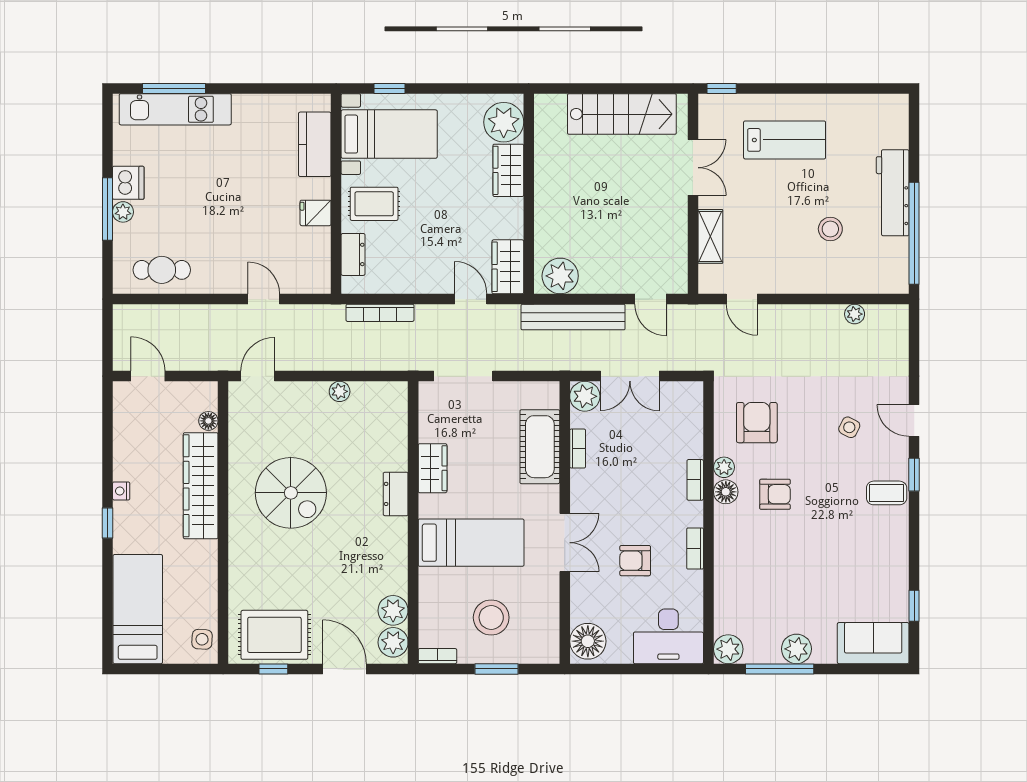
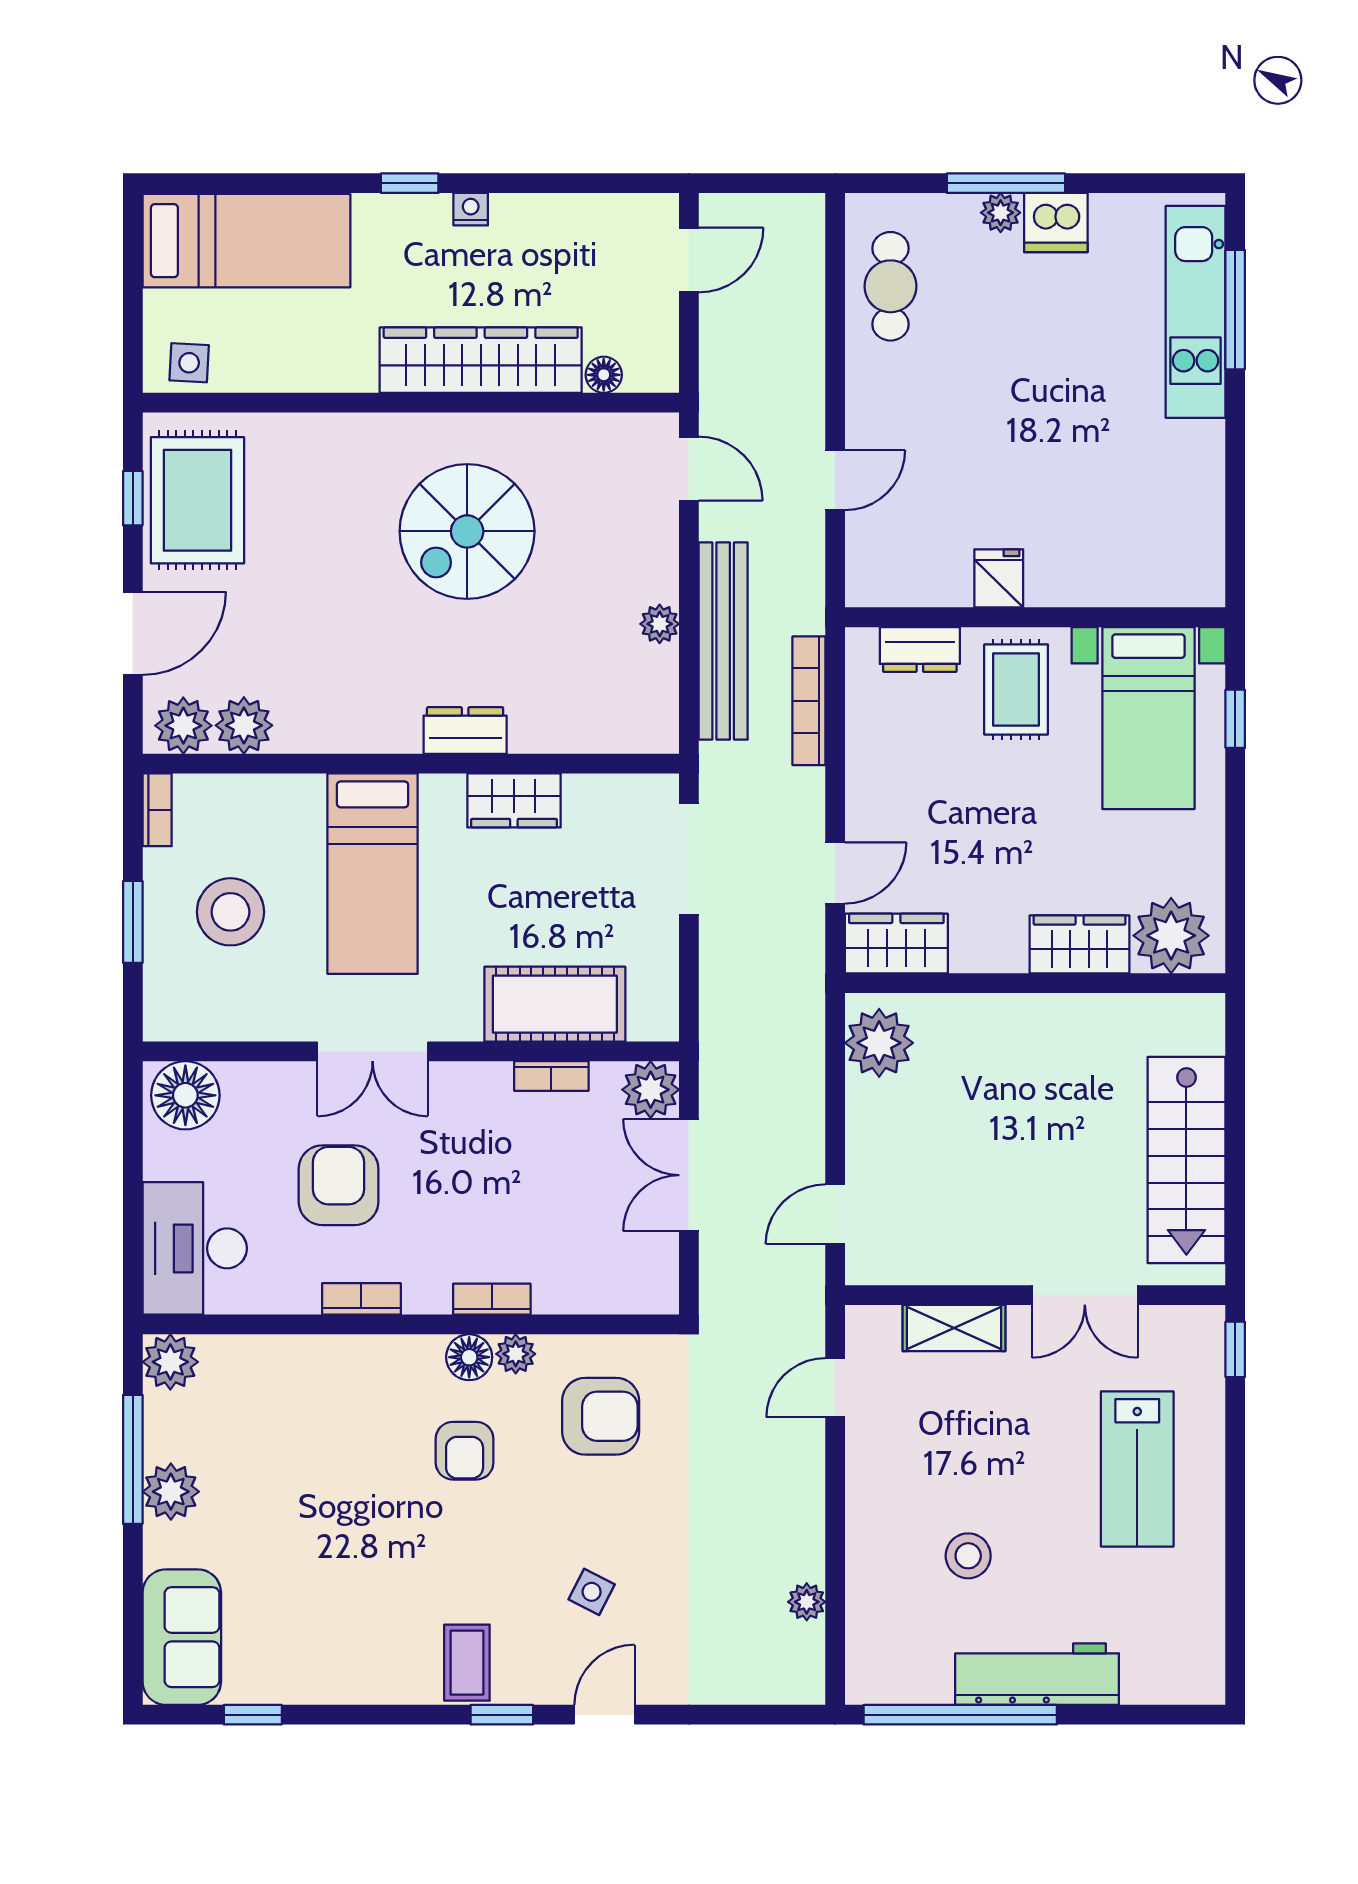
kitchen counter: (315, 144) -> (1129, 577), removed
bench: (573, 317) -> (723, 641), moved
armchair: (635, 561) -> (339, 1185), width x1.38, depth x1.38

